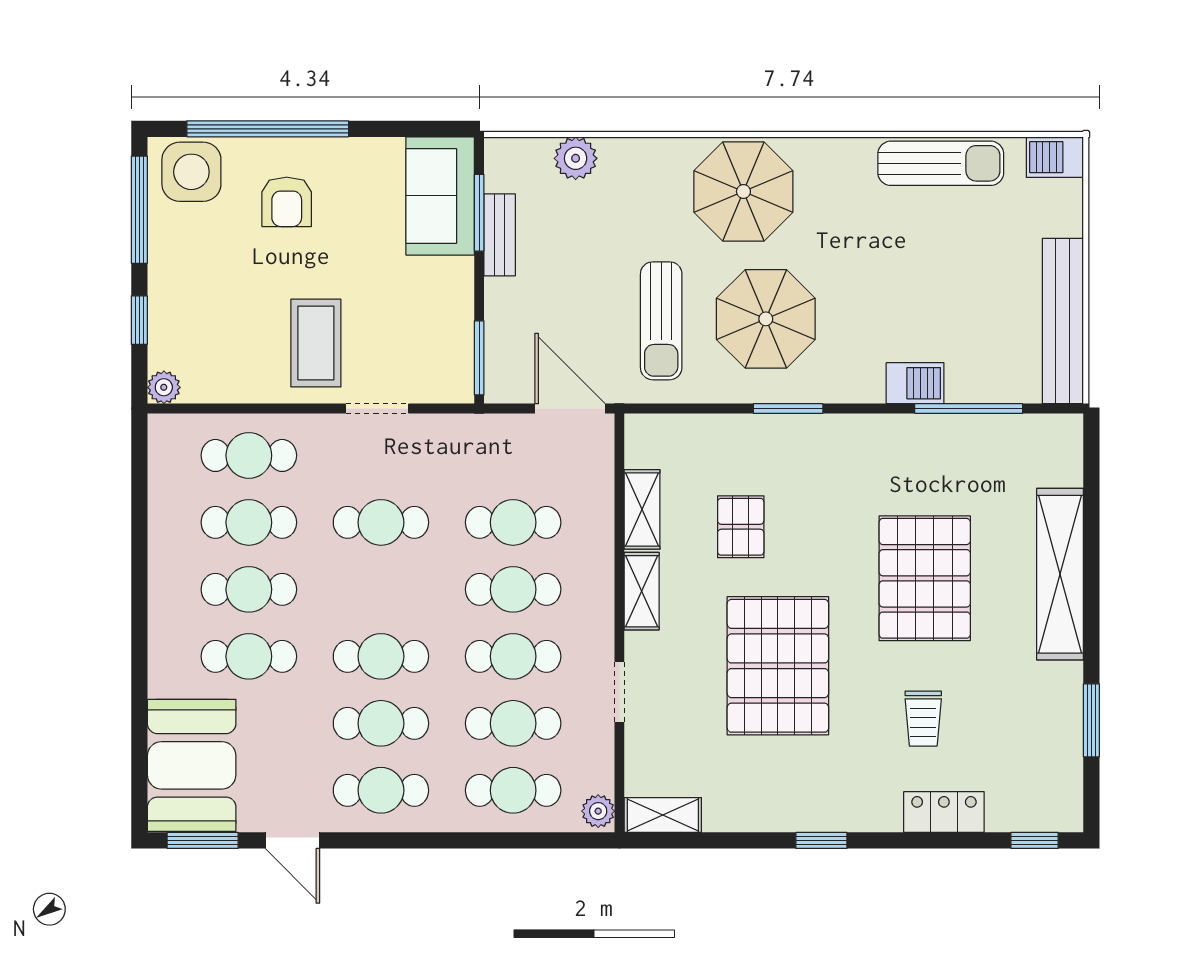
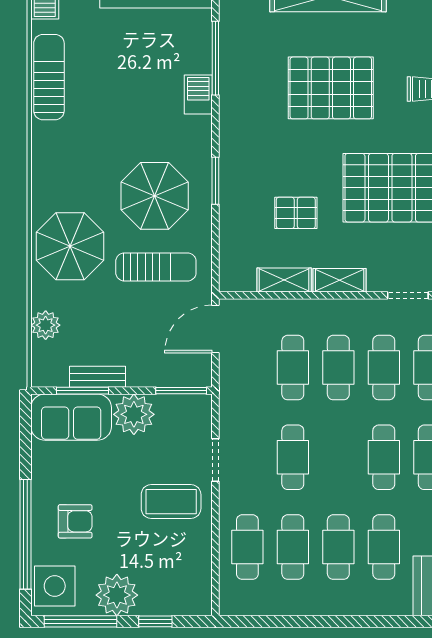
parasol: (743, 191) -> (70, 246), moved
plant: (444, 288) -> (134, 414), added
plant: (164, 387) -> (117, 595), moved, width x1.87, depth x1.87

